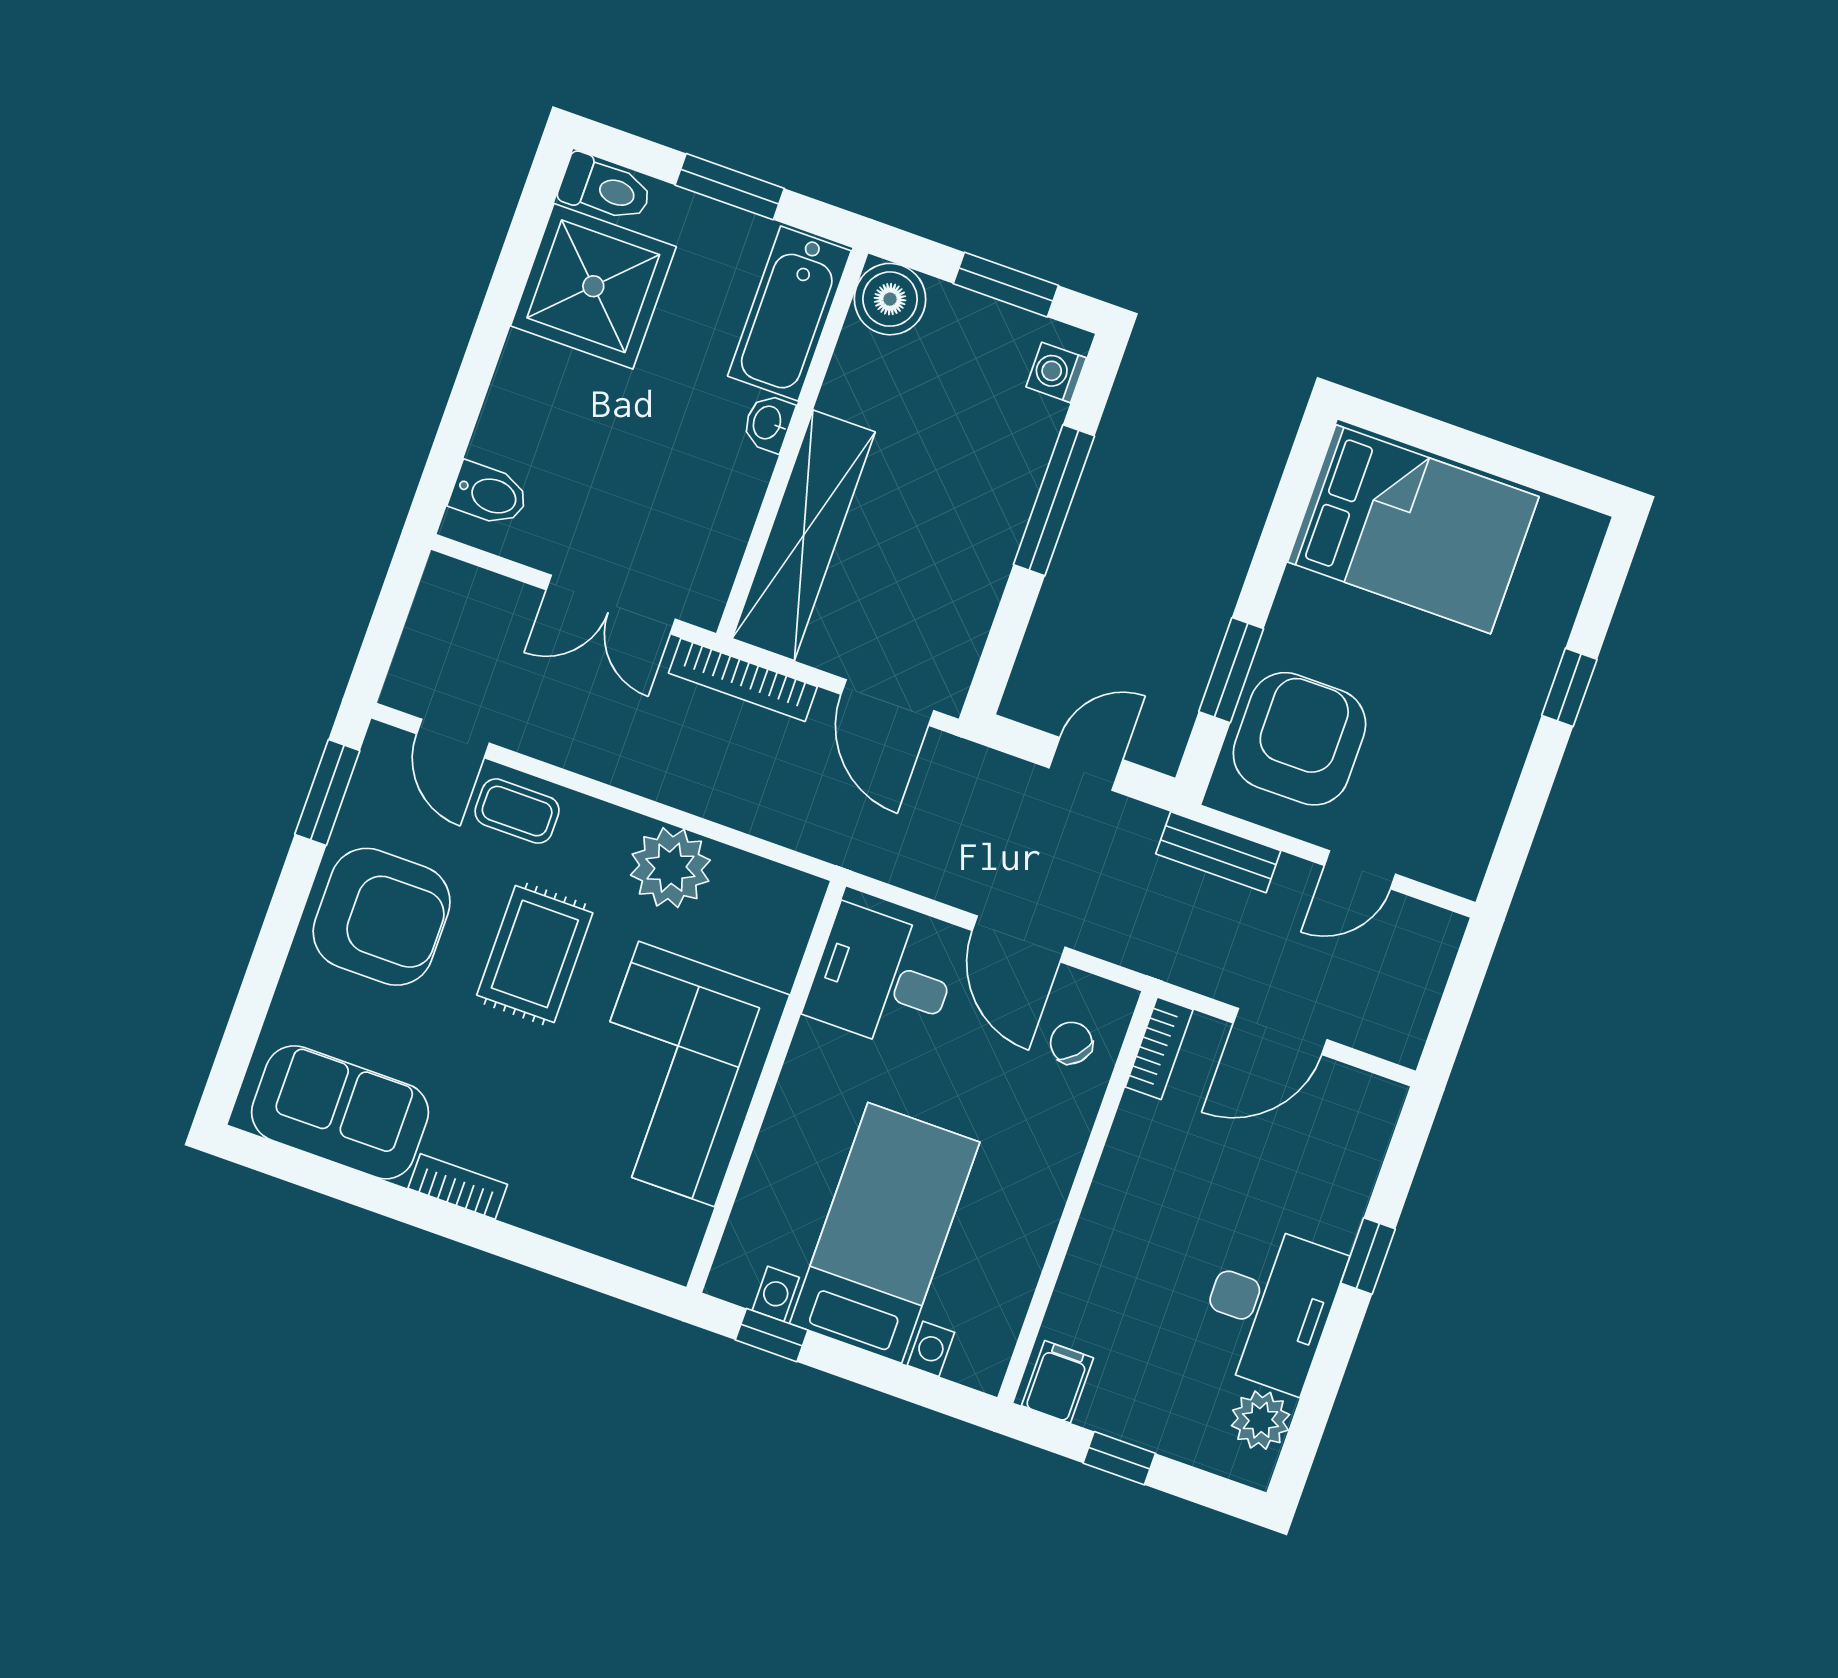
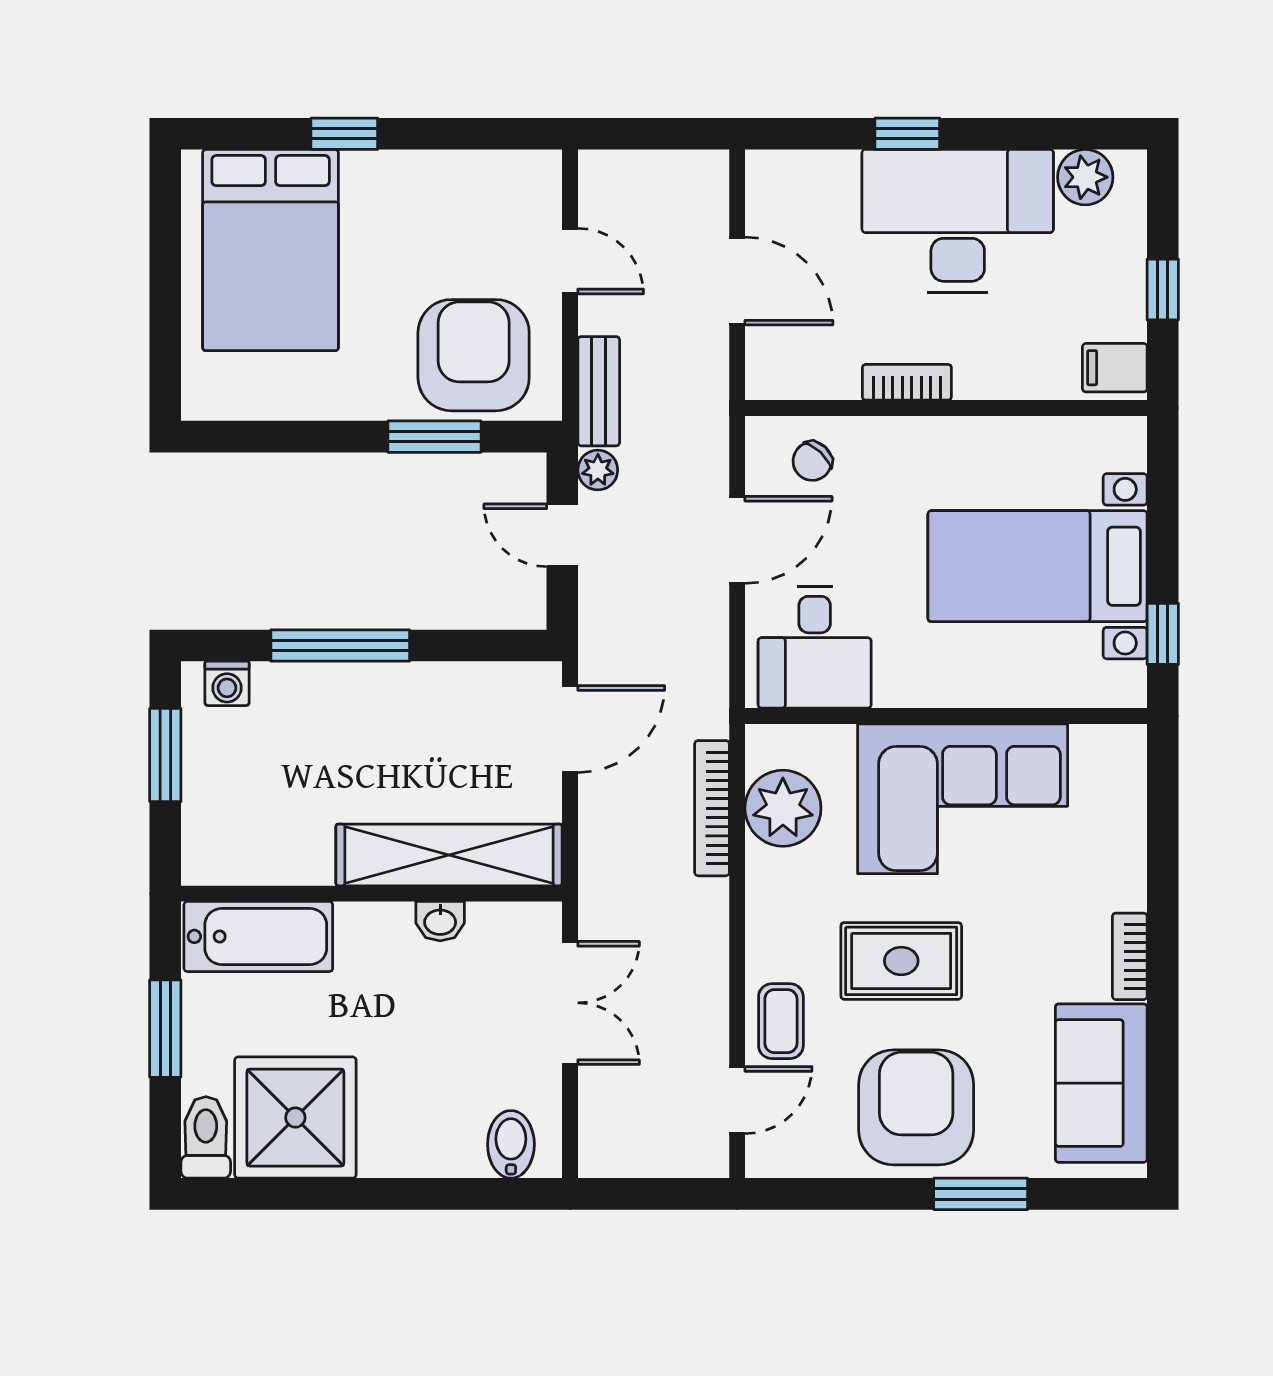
boiler: (890, 299) -> (214, 852), removed
washbasin: (768, 423) -> (440, 921), moved
bed: (1413, 529) -> (271, 250), moved, turned 180
bookcase: (743, 680) -> (712, 808), moved, turned 180
armchair: (1299, 739) -> (474, 355), turned 90
window: (327, 792) -> (981, 1194), moved
plant: (1139, 823) -> (598, 470), added
plant: (670, 868) -> (783, 808), moved
bookcase: (1159, 1048) -> (907, 382), moved
desk: (1269, 1307) -> (958, 221), width x1.36, depth x1.30

